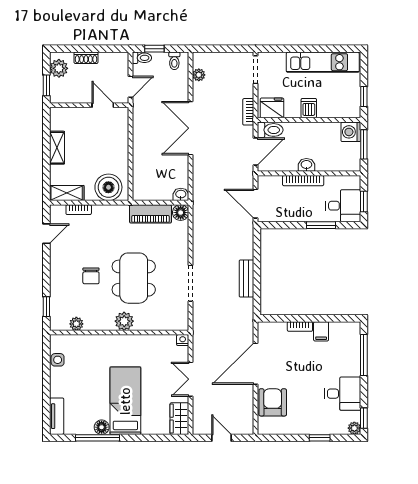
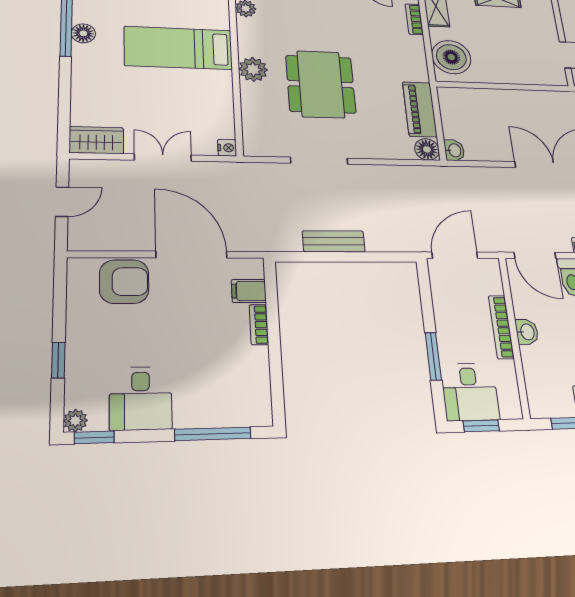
chair: (91, 276) -> (319, 30), removed
dining table: (134, 278) -> (321, 84), turned 90
filing cabinet: (321, 331) -> (249, 291), moved
bed: (125, 401) -> (178, 48), moved, turned 180

